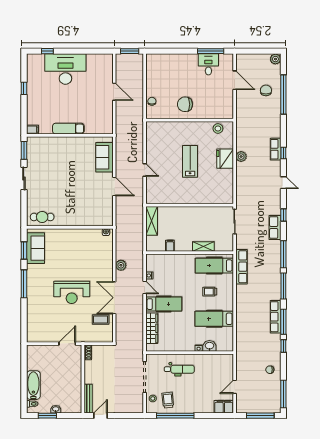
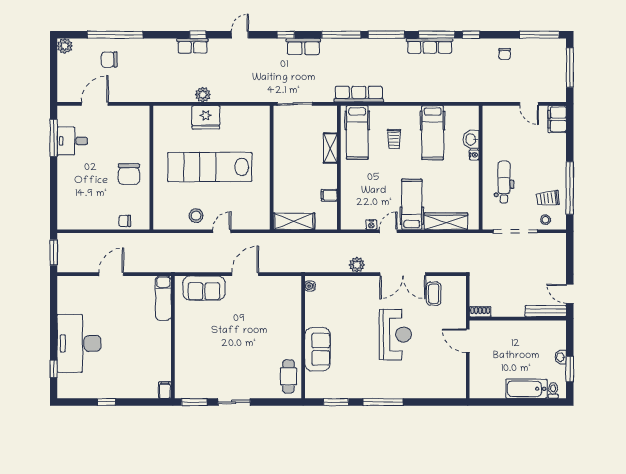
exam couch: (68, 129) -> (163, 298), moved
stool: (218, 129) -> (196, 216), moved
lab bench: (190, 161) -> (210, 167), width x1.86, depth x1.39
sofa: (35, 248) -> (317, 349), moved, turned 90

